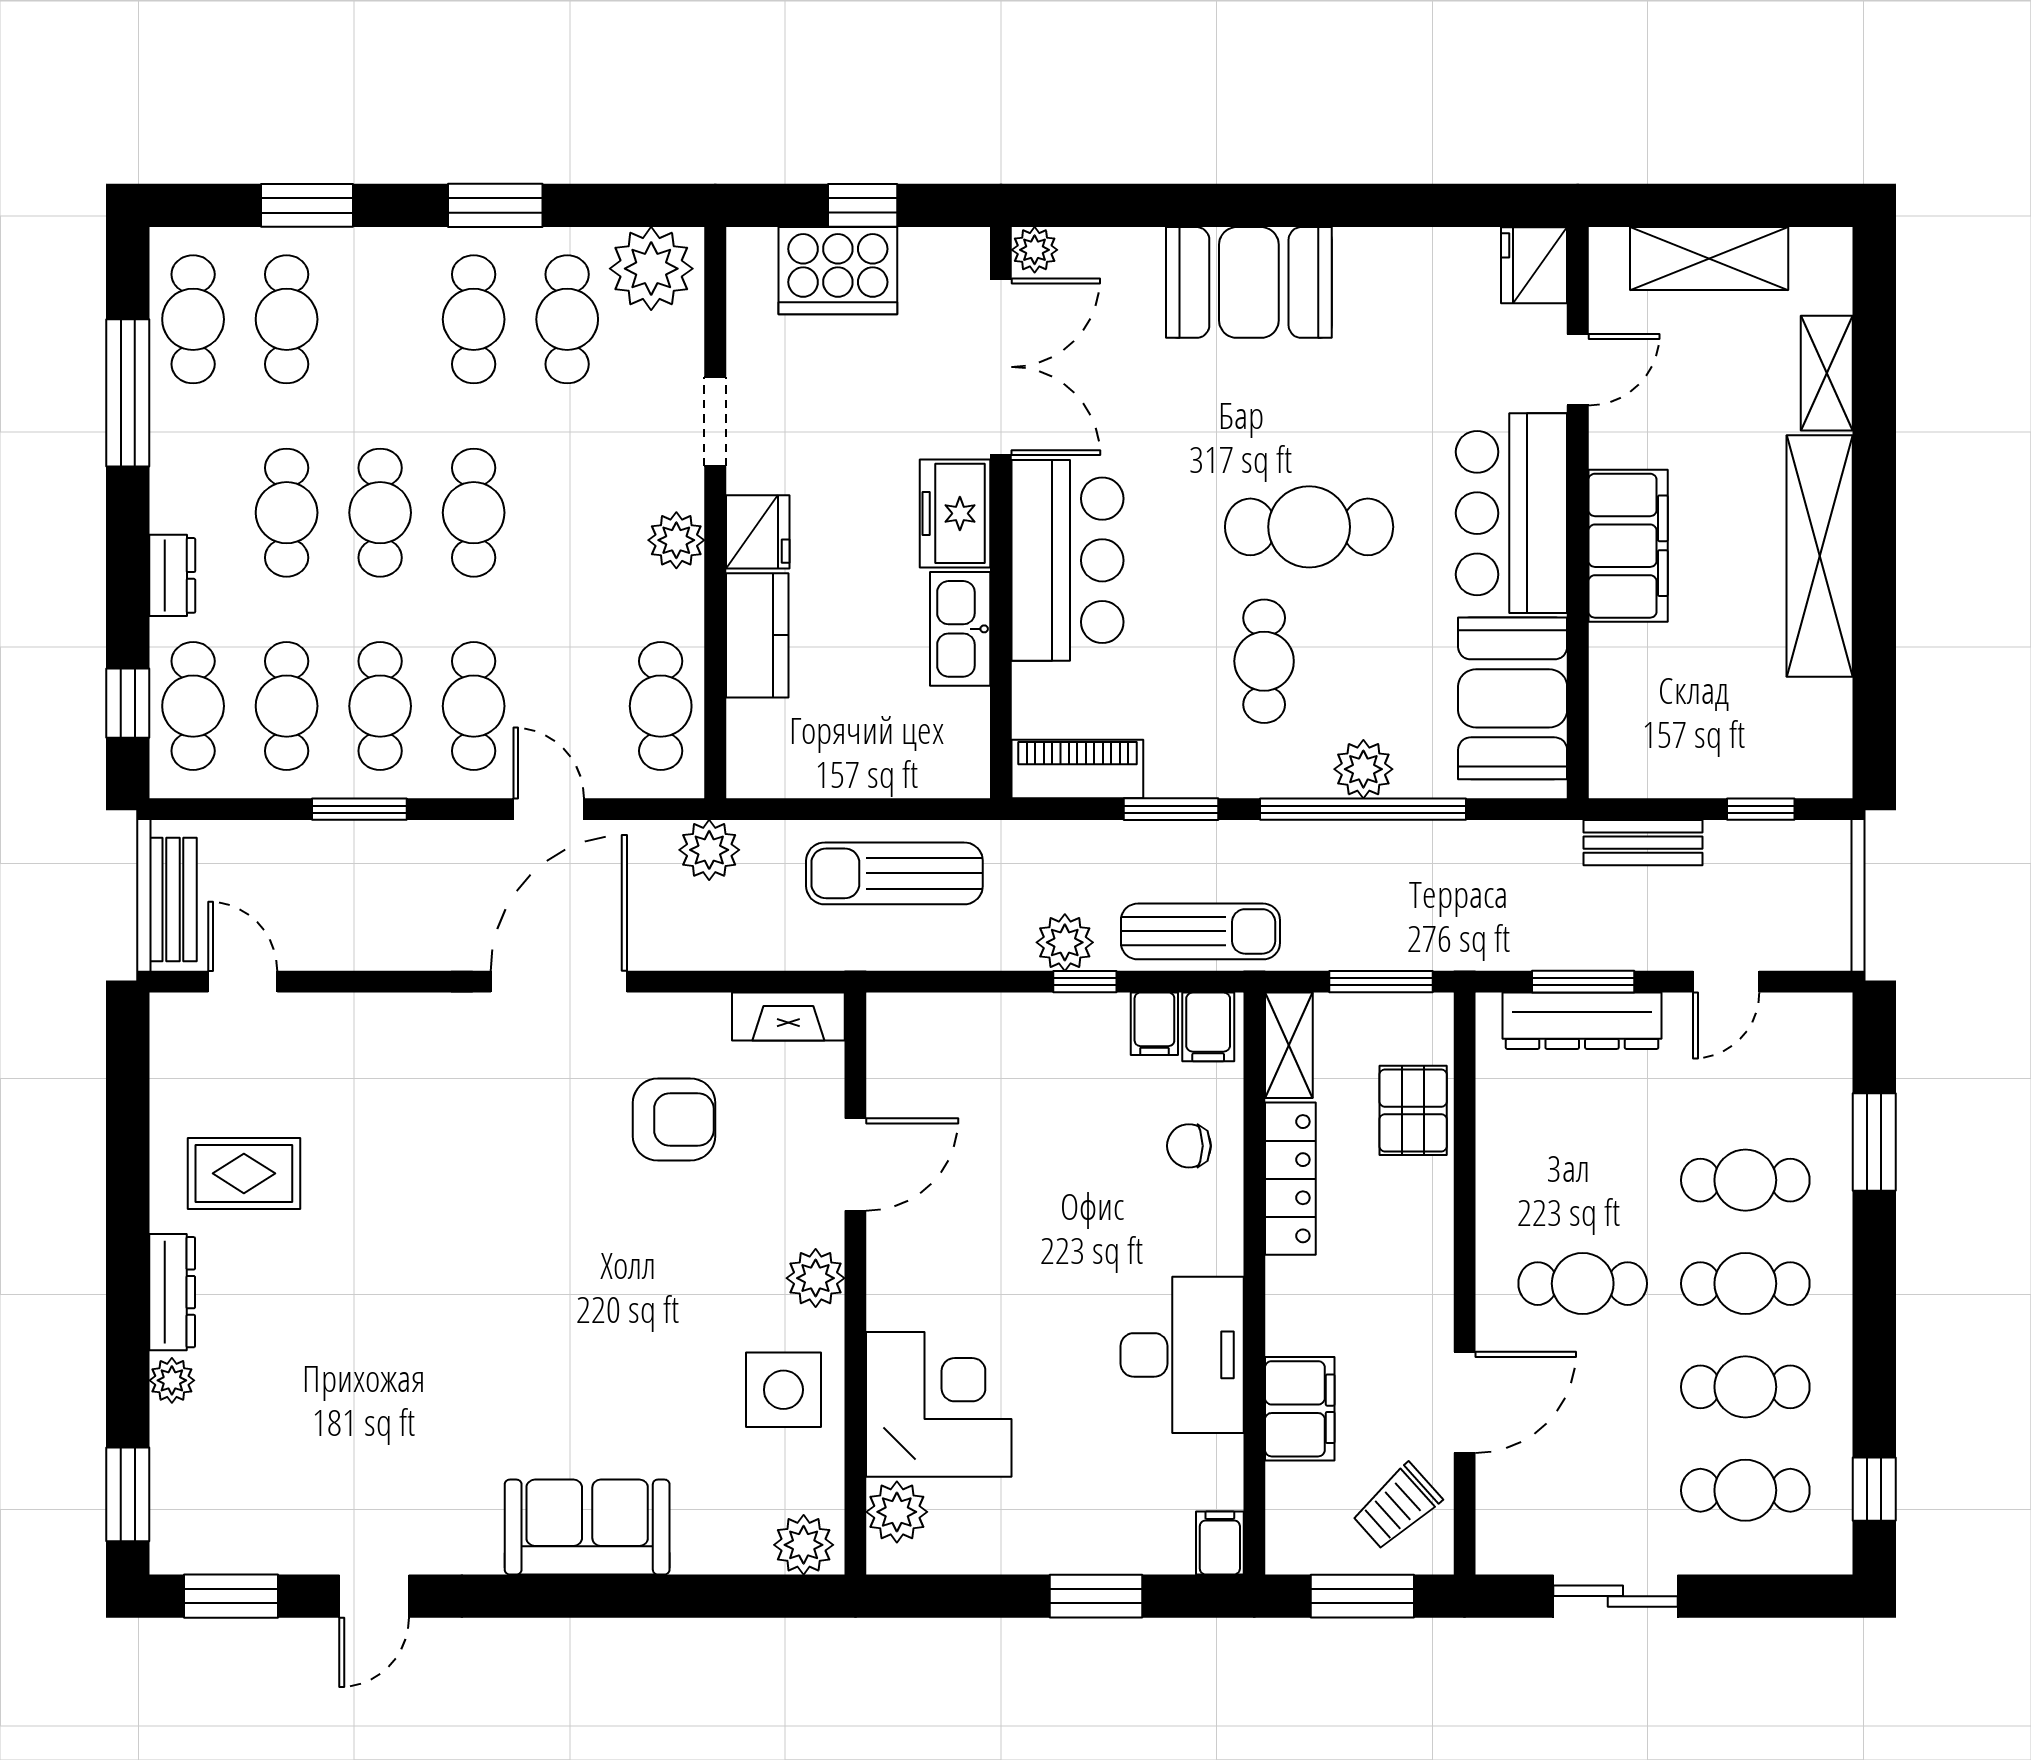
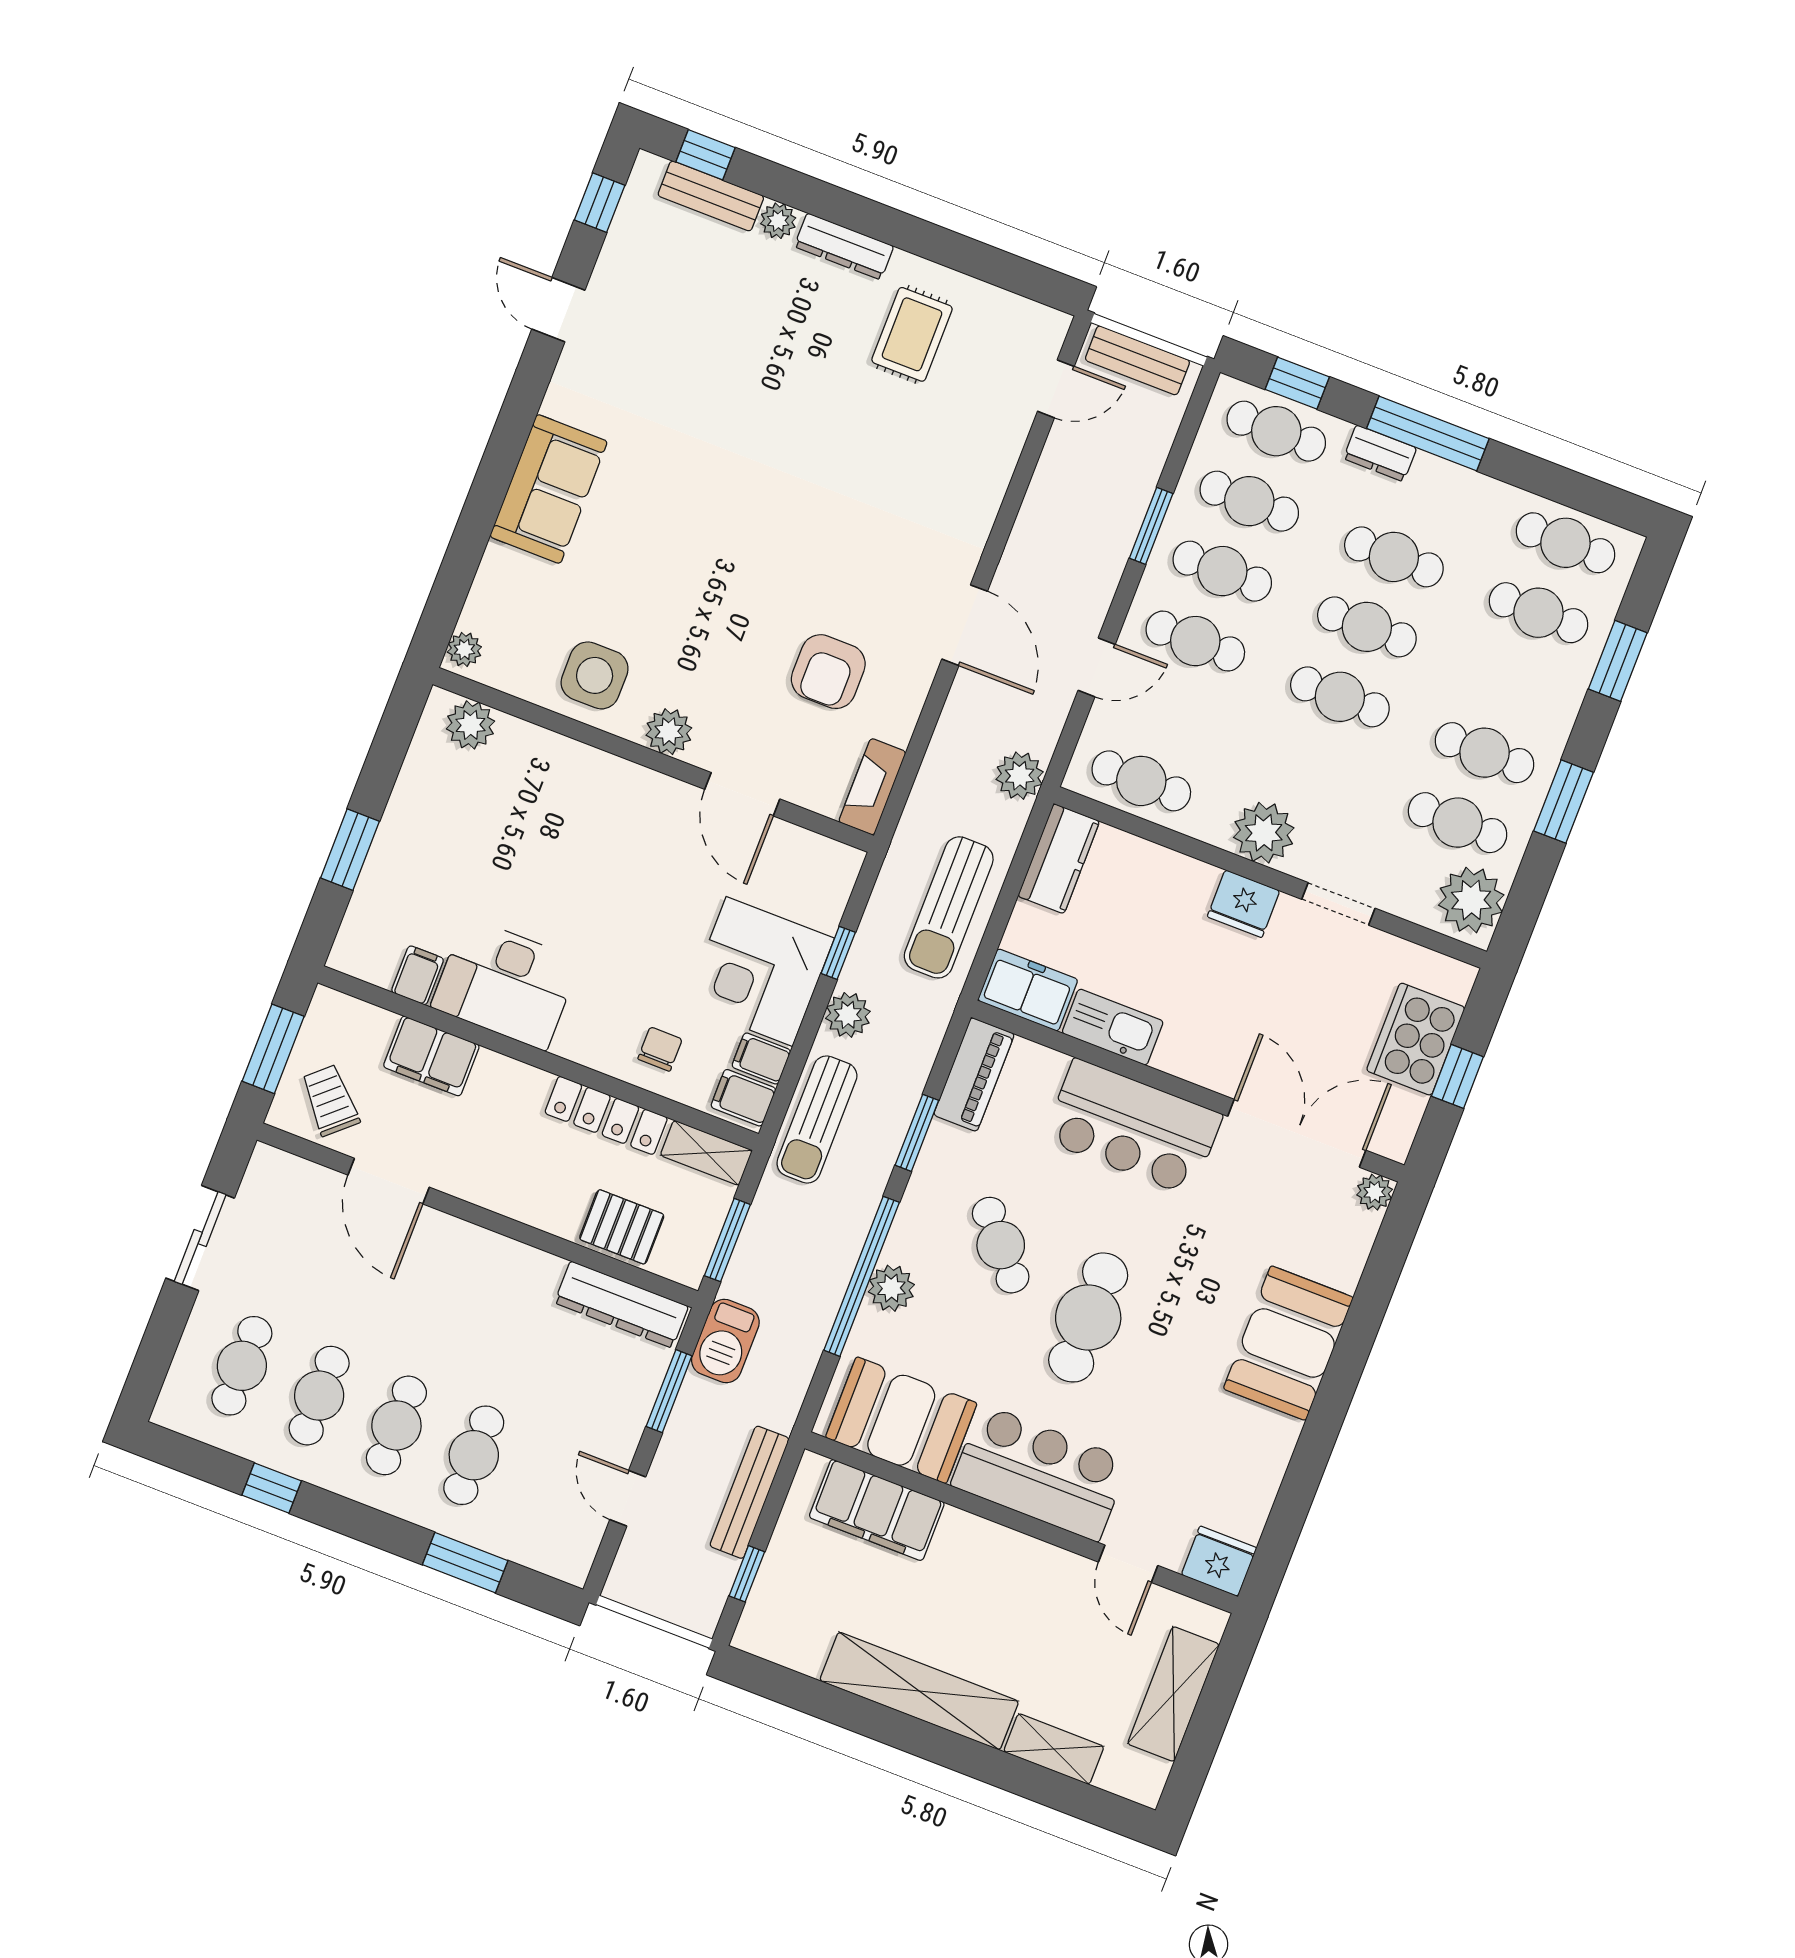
double door: (1001, 367) -> (1297, 1133), swing flipped
window: (128, 393) -> (1428, 434), moved
freezer: (955, 513) -> (1028, 990), moved
plant: (676, 540) -> (1264, 833), width x1.36, depth x1.36
filing cabinet: (1628, 546) -> (877, 1510), moved
kitchen counter: (757, 635) -> (1059, 859), moved, turned -90
cafe table: (1264, 661) -> (1001, 1245), turned 49
bench: (1643, 843) -> (749, 1492), width x1.36
sun lounger: (894, 873) -> (949, 907), turned 180
barbecue: (1499, 939) -> (725, 1341), added
door: (559, 982) -> (965, 625), width x0.73
window: (1085, 982) -> (838, 953), moved
dresser: (1582, 1021) -> (621, 1305), moved, turned -90
cafe table: (1583, 1284) -> (443, 1304), removed
corner desk: (939, 1404) -> (759, 972), moved, turned 90
bench: (173, 1470) -> (711, 196), added
window: (1874, 1489) -> (272, 1488), moved
window: (128, 1494) -> (705, 155), width x0.67
filing cabinet: (1220, 1543) -> (418, 975), moved, turned -90
plant: (804, 1545) -> (464, 649), width x0.73, depth x0.73
window: (231, 1596) -> (600, 203), width x0.67

